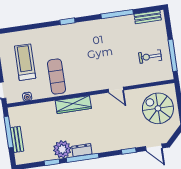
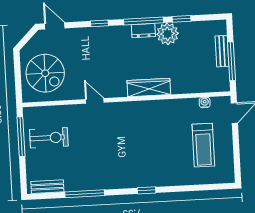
exercise bike: (150, 57) -> (49, 138), width x1.38, depth x1.39
exercise mat: (57, 77) -> (166, 124), removed
window: (129, 151) -> (99, 23), moved

